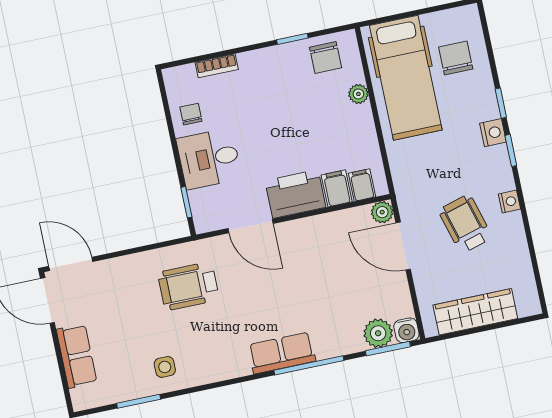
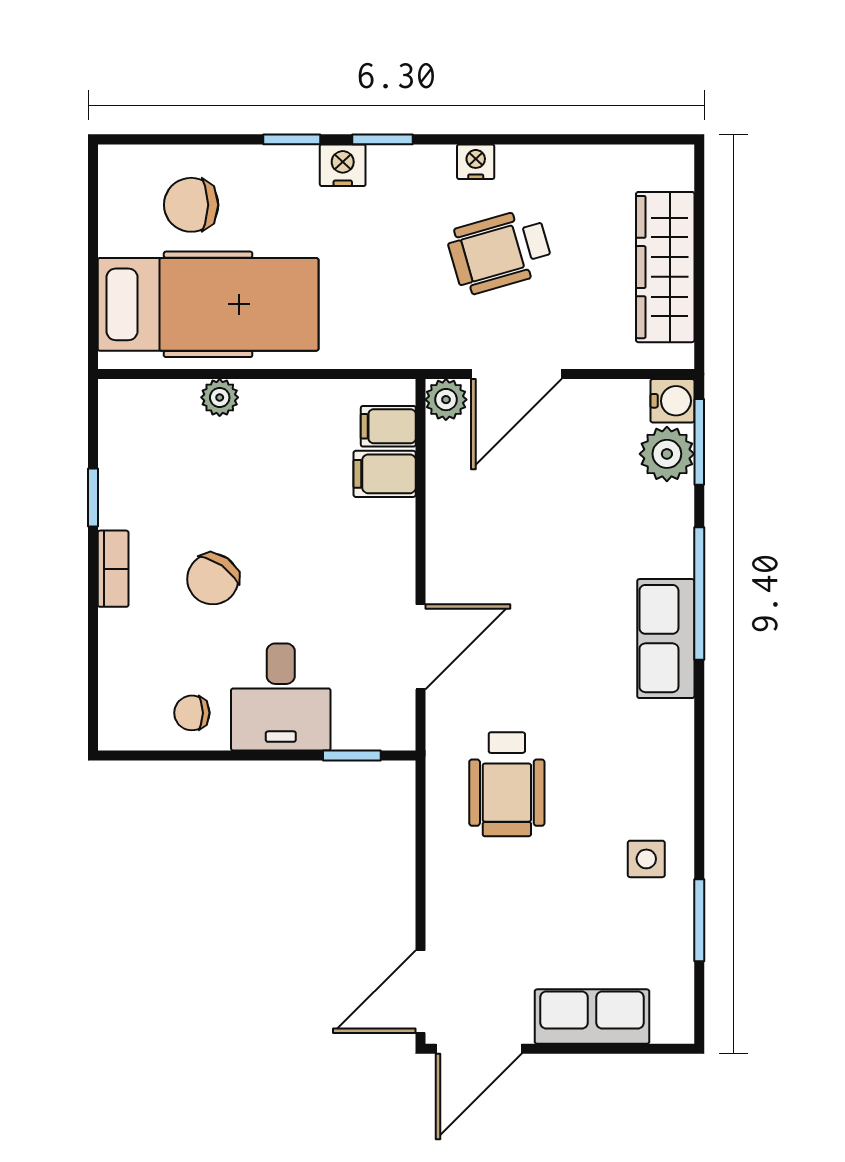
chair: (325, 58) -> (213, 579), moved, turned 125
bookcase: (217, 66) -> (113, 569), moved
printer: (295, 194) -> (379, 552), removed

